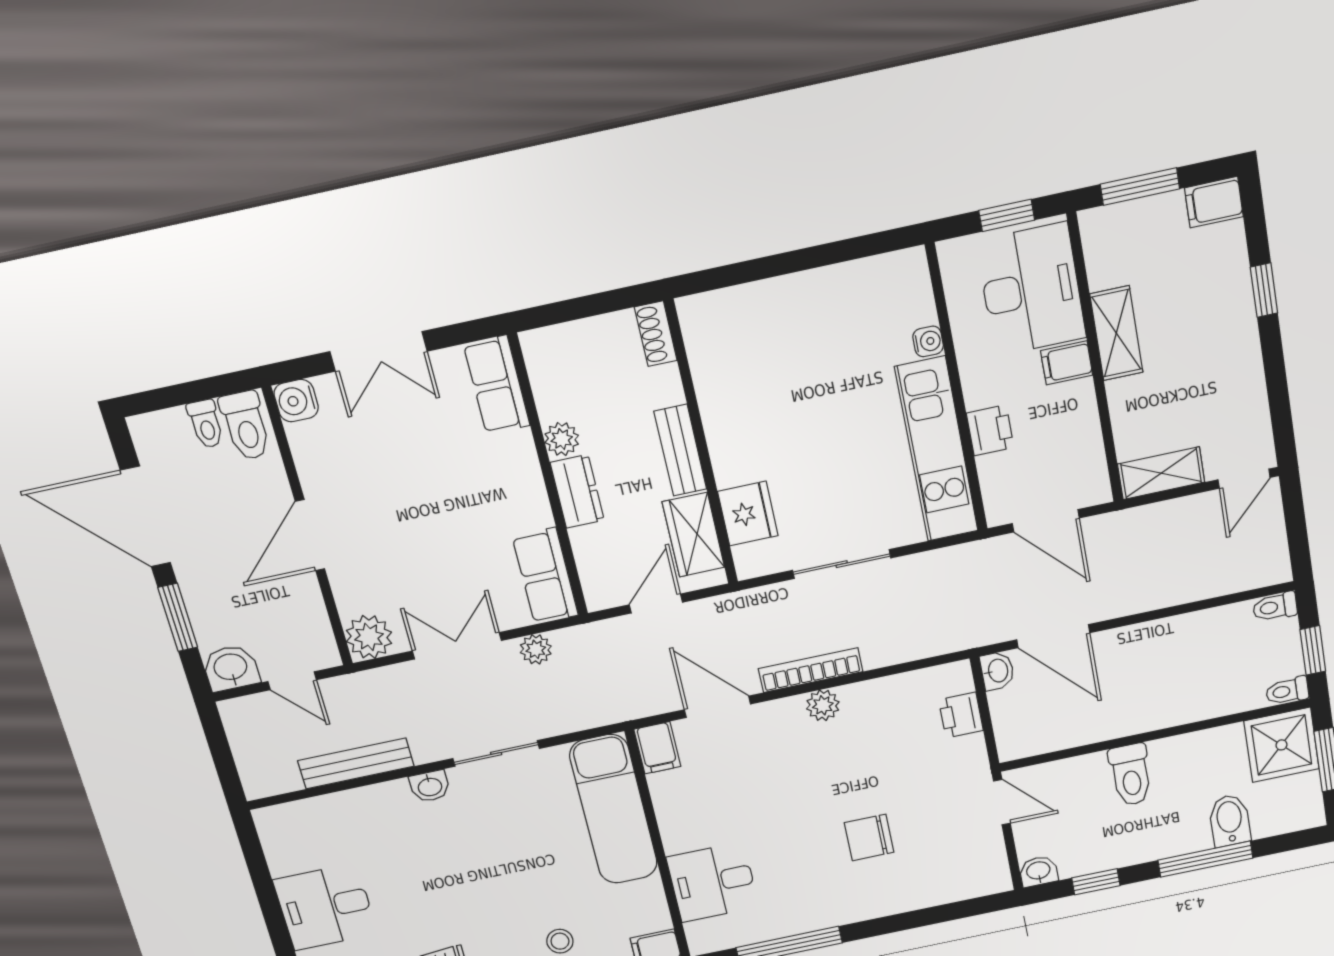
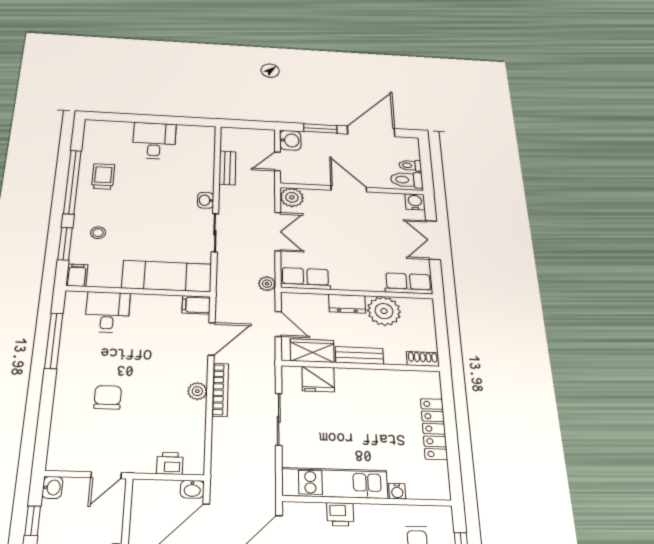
locker: (794, 294) -> (434, 429), added
plant: (562, 439) -> (384, 311), width x1.87, depth x1.87
plant: (536, 649) -> (267, 284), moved
bench: (356, 763) -> (227, 168), width x0.73

